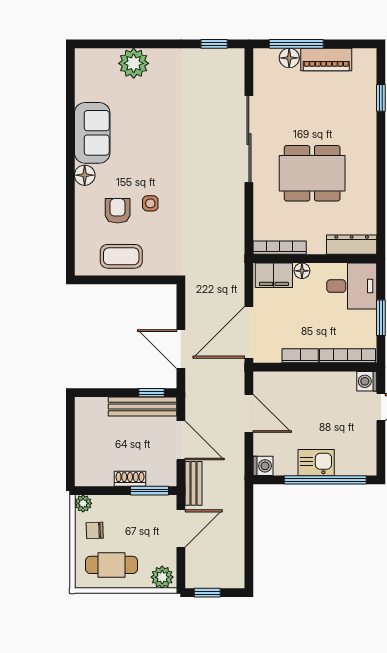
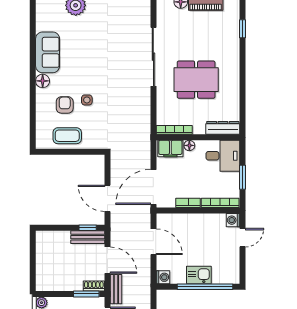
bench: (143, 406) -> (88, 237), width x0.73
shoe rack: (130, 479) -> (94, 286), moved

